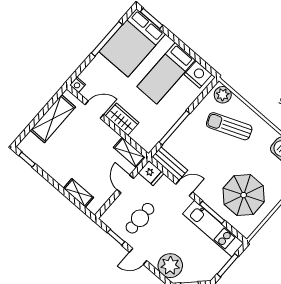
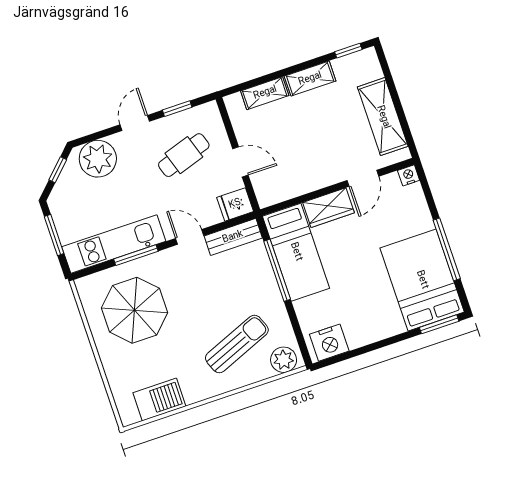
bed: (166, 73) -> (296, 252), moved, turned 180
shelving: (129, 152) -> (310, 79), moved
door: (184, 188) -> (190, 237), swing flipped
cafe table: (140, 218) -> (184, 155), turned 72

